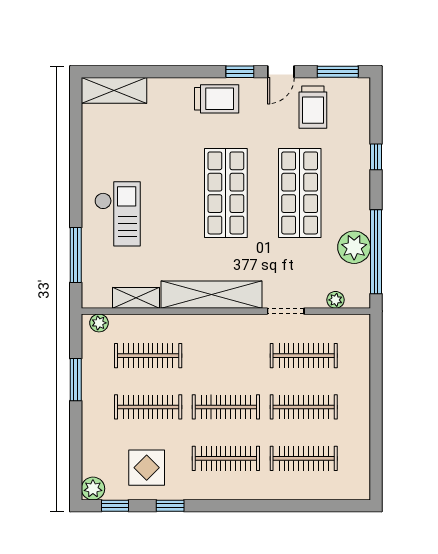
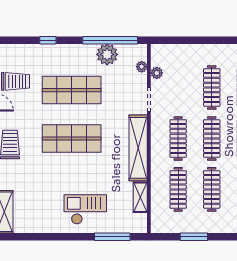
plant: (99, 323) -> (157, 73), moved
clothes rail: (304, 356) -> (178, 138), moved

